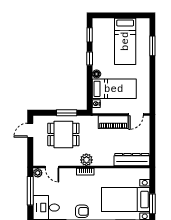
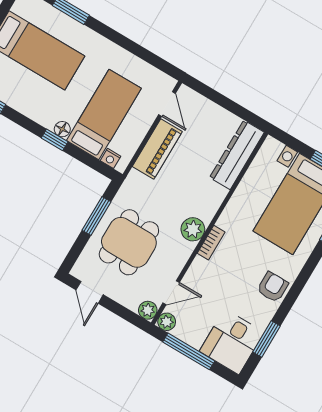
window: (90, 58) -> (55, 140), moved
plant: (38, 161) -> (148, 310), added

